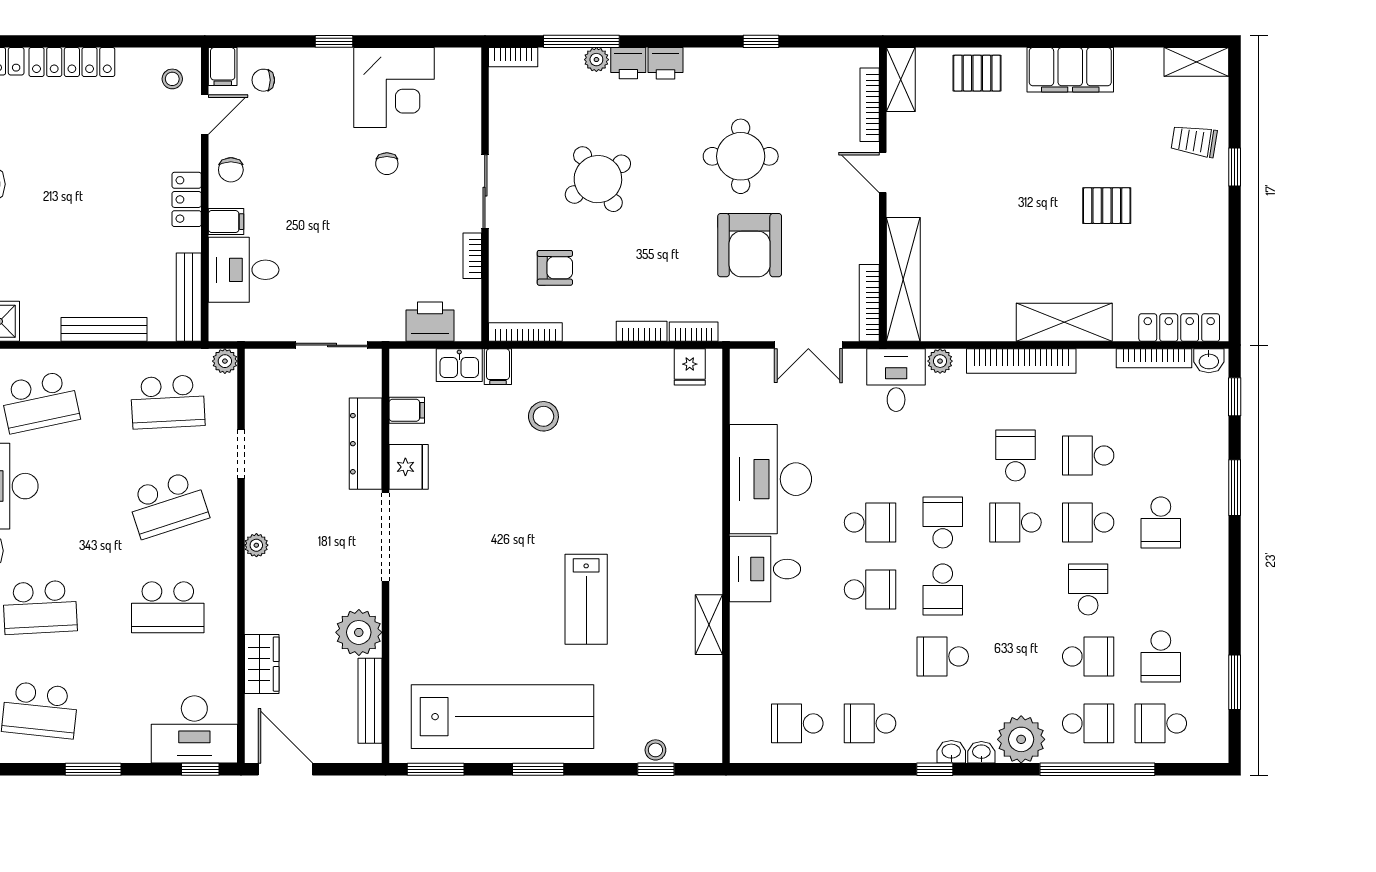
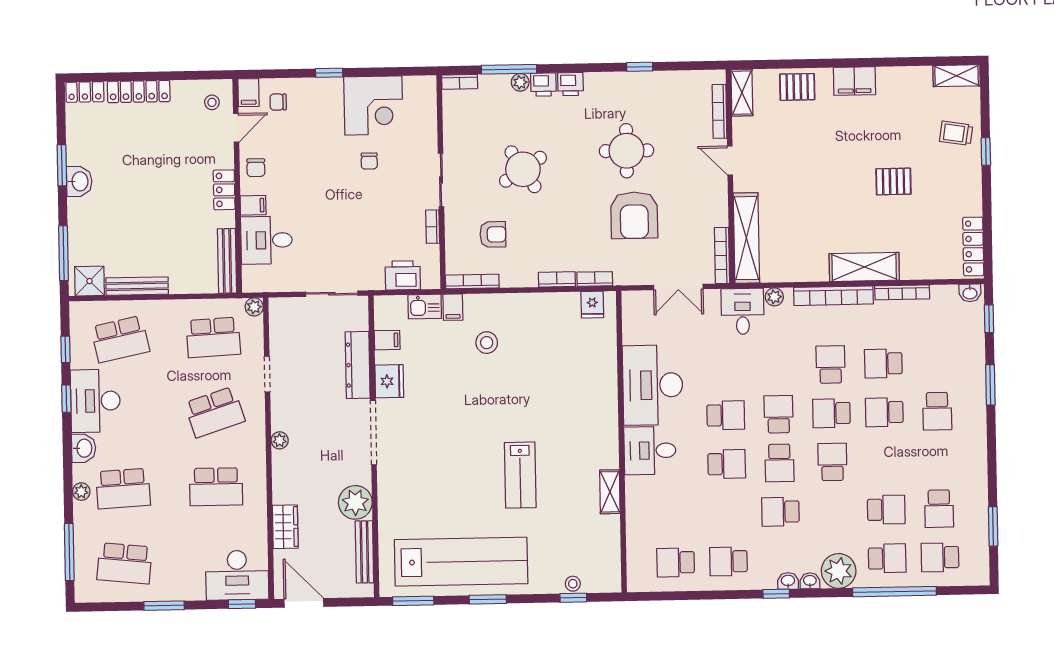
filing cabinet: (1070, 70) -> (854, 81), width x0.67, depth x0.86
locker: (1179, 328) -> (973, 246), moved, turned -90
bench: (104, 329) -> (137, 286), moved
bookcase: (1154, 358) -> (902, 292), moved
school desk: (1088, 589) -> (832, 462), moved

